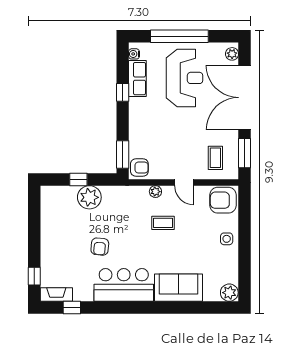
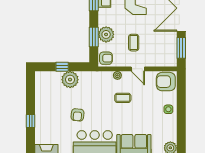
plant: (140, 134) -> (106, 34), added
window: (123, 154) -> (94, 37), moved
coffee table: (215, 158) -> (134, 43), moved
window: (34, 276) -> (31, 121), moved

